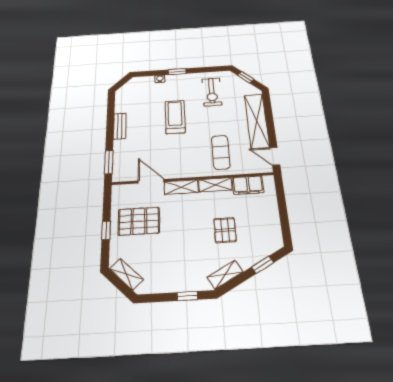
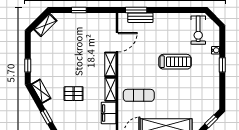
exercise bike: (212, 92) -> (198, 30), moved, turned -90
bench: (120, 126) -> (140, 18), moved
pallet: (139, 221) -> (85, 33), removed

